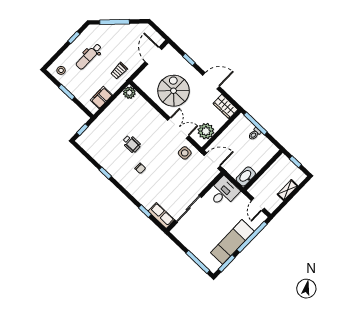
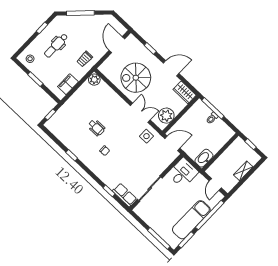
spiral stairs: (173, 91) -> (136, 78), turned -90

